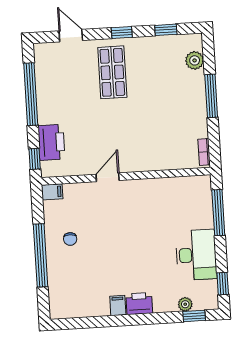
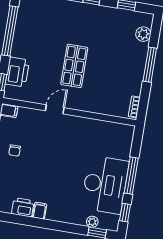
shop shelf: (112, 72) -> (74, 66), moved
window: (218, 213) -> (131, 176), moved
desk: (196, 255) -> (105, 185), width x1.36, depth x1.30
printer: (139, 303) -> (23, 207), moved

